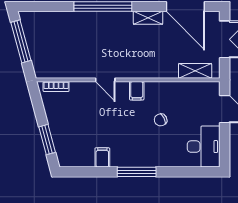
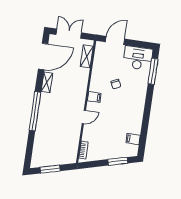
window: (21, 41) -> (50, 169), width x0.69
filing cabinet: (102, 157) -> (133, 139), moved
window: (137, 172) -> (153, 71), moved

